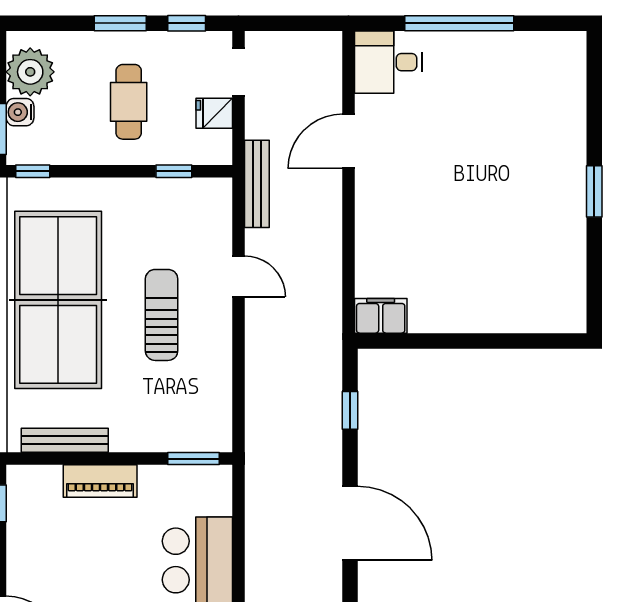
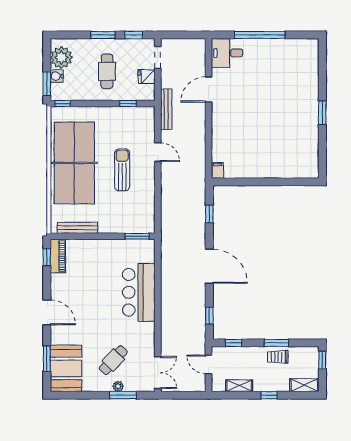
filing cabinet: (381, 316) -> (217, 170), width x0.50
piano: (100, 481) -> (58, 256), moved, turned -90

